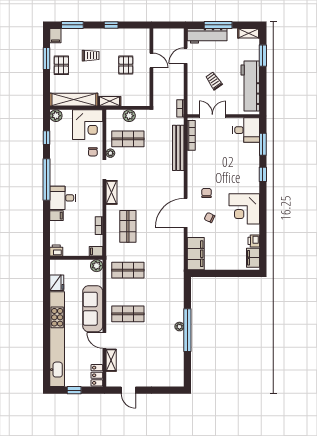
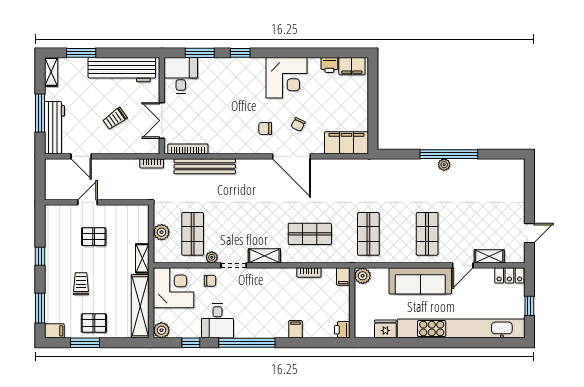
desk: (63, 198) -> (217, 321), moved

